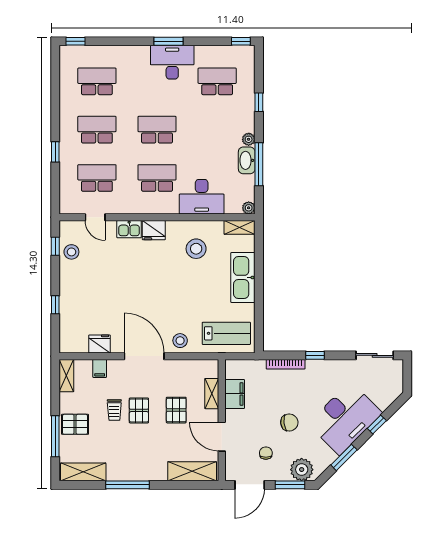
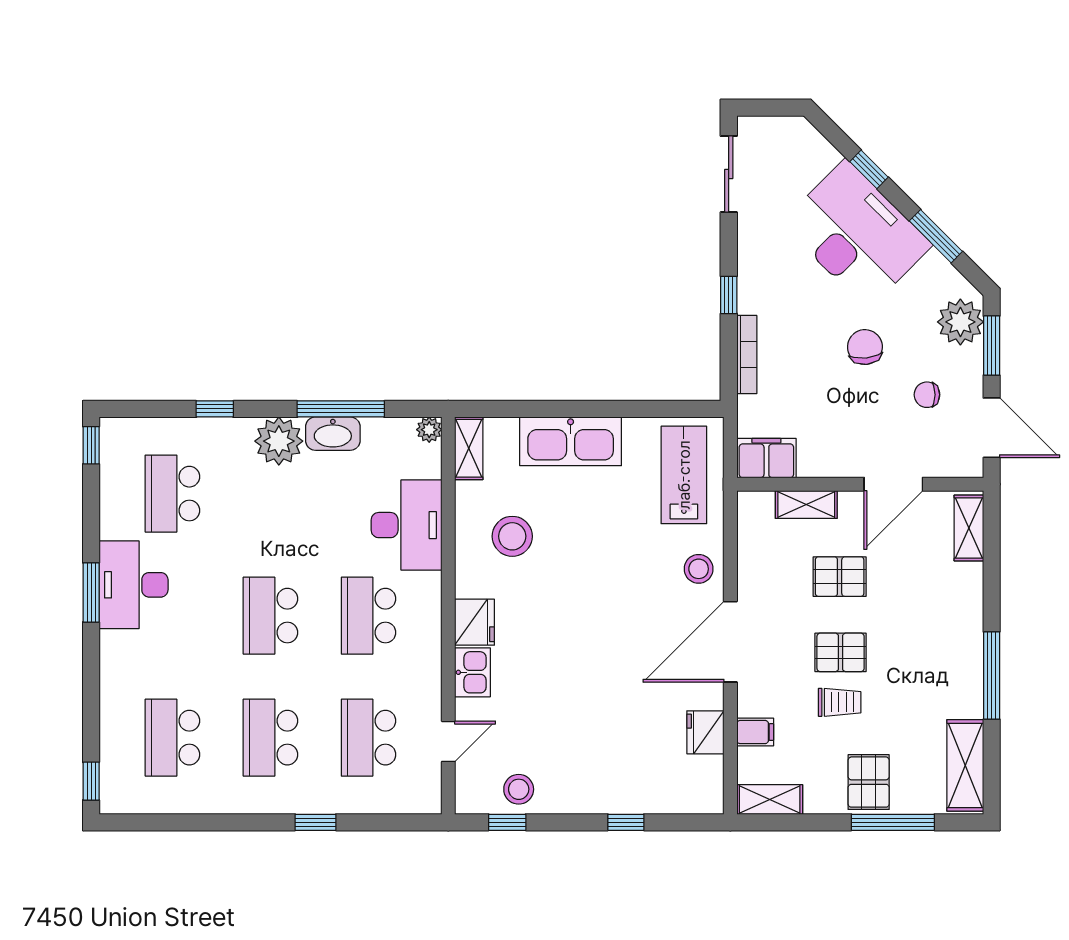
plant: (249, 139) -> (279, 441), width x1.87, depth x1.87
filing cabinet: (235, 394) -> (766, 458), moved
shelving: (192, 471) -> (969, 528), width x0.67, depth x0.75

